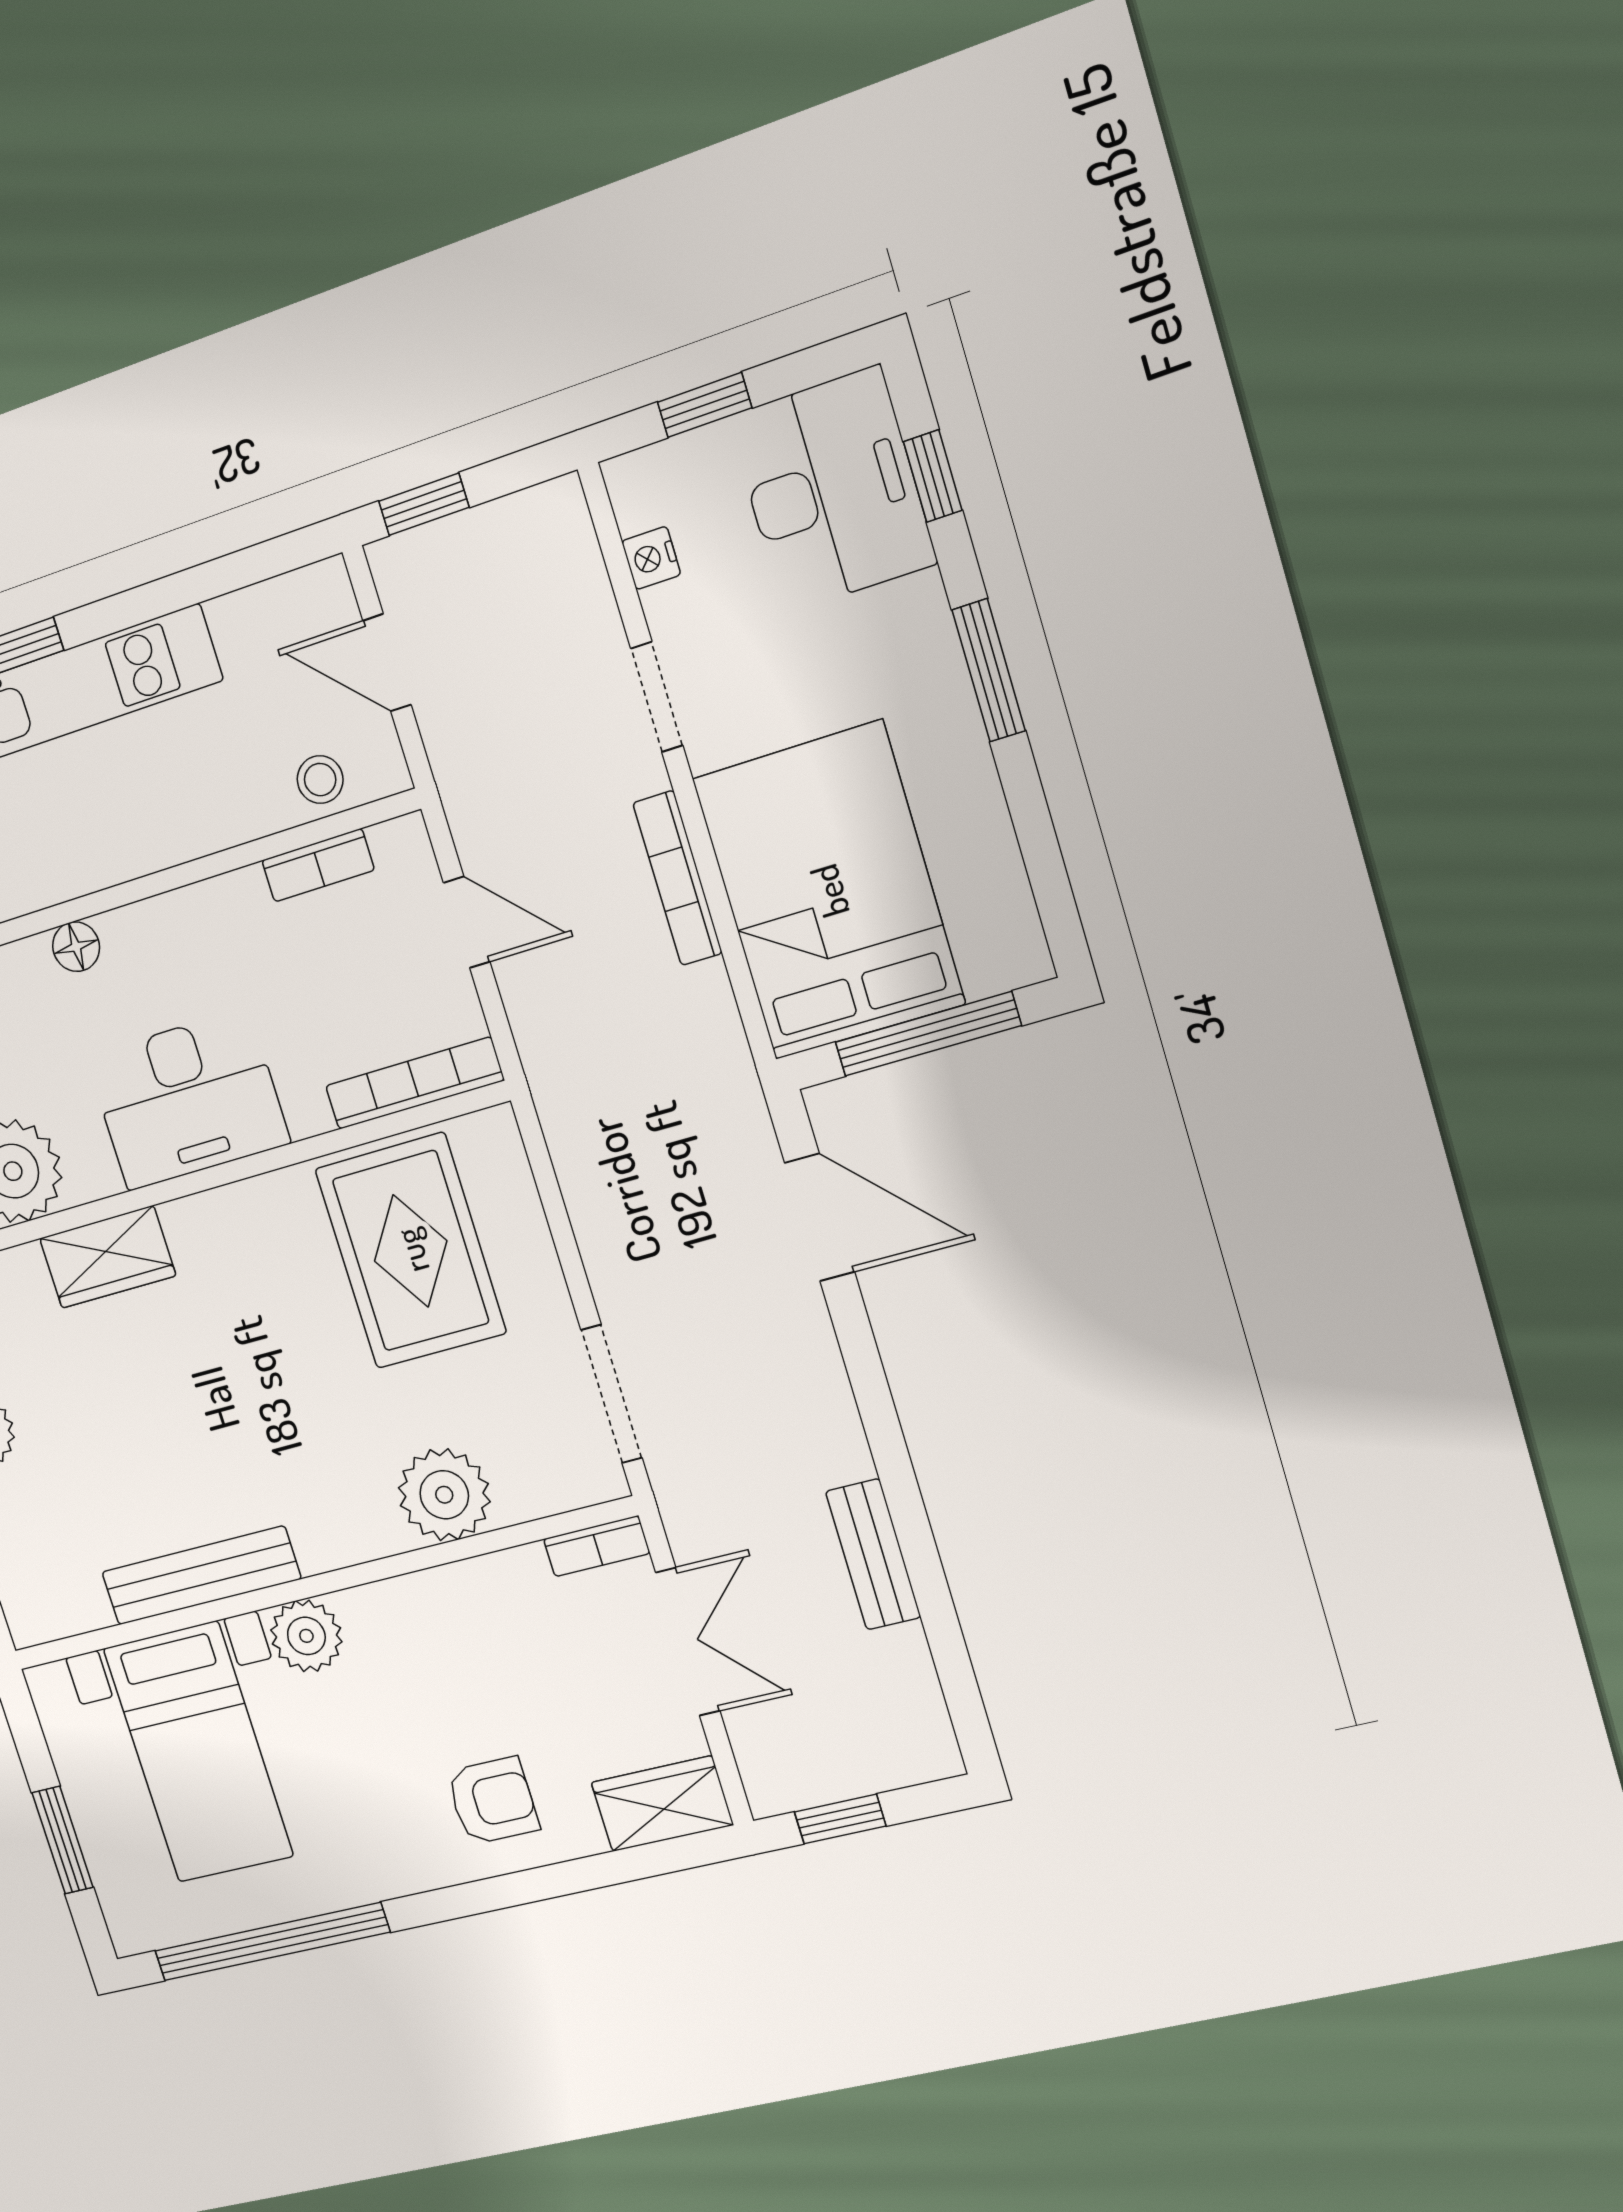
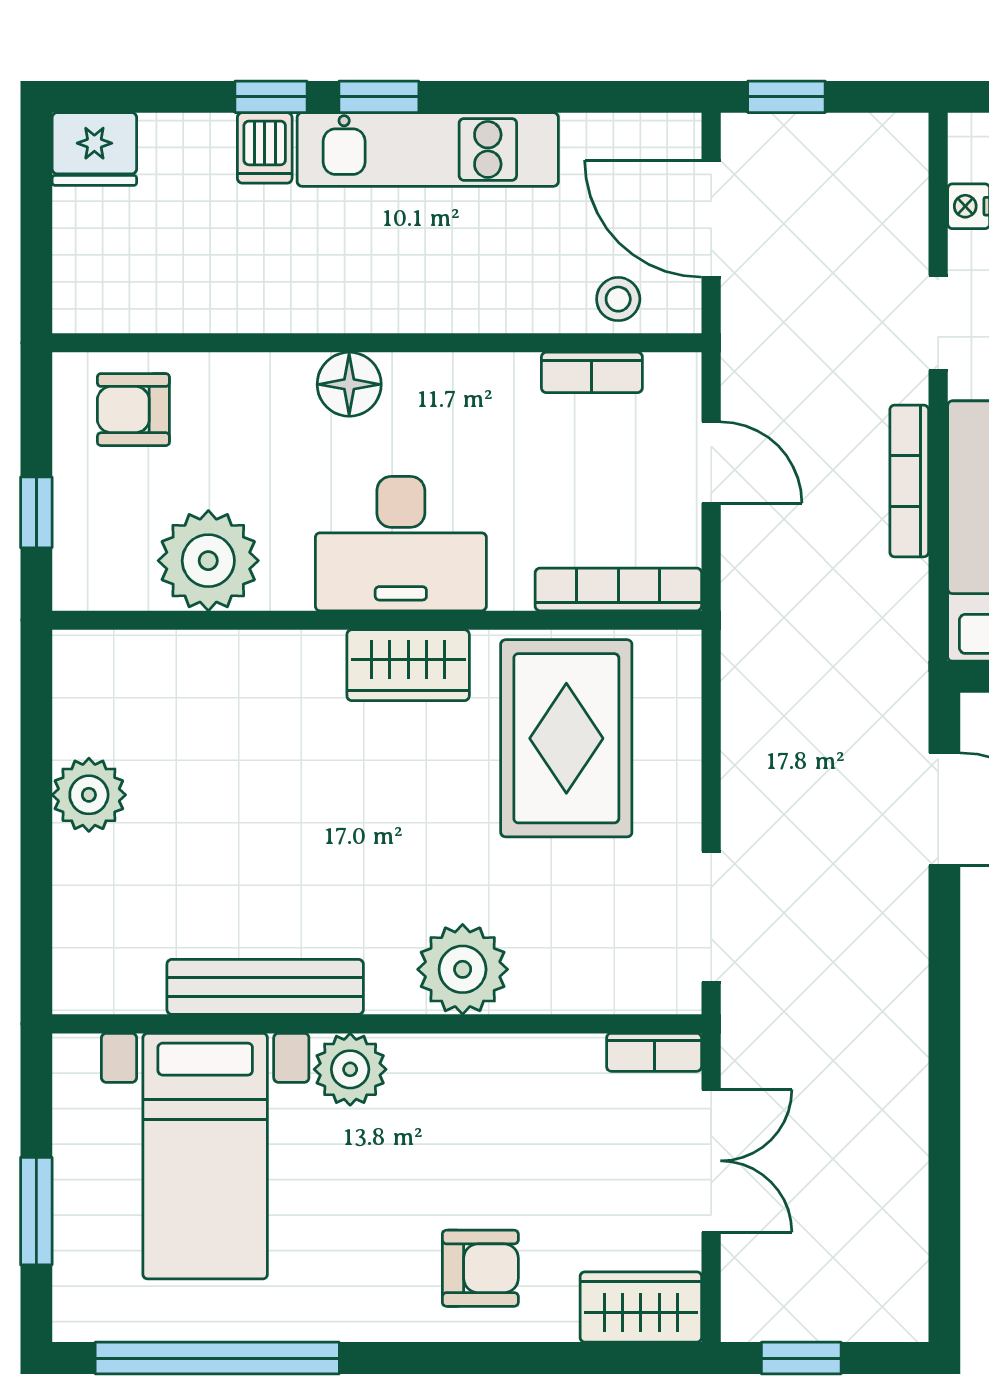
door: (387, 663) -> (711, 219), width x1.38
floor lamp: (76, 947) -> (349, 384), width x1.37, depth x1.37
wardrobe: (108, 1257) -> (408, 665), moved
plant: (444, 1495) -> (463, 969), moved
bench: (873, 1554) -> (903, 1121), removed

